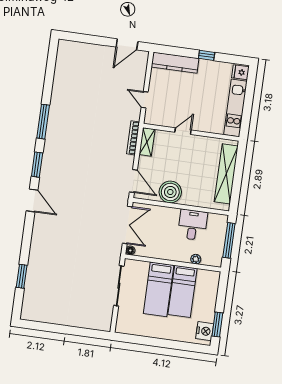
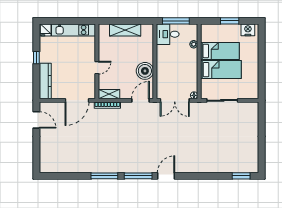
door: (145, 100) -> (77, 100), width x1.88
door: (183, 131) -> (97, 68), swing flipped
window: (37, 165) -> (138, 176), width x1.44
shelving: (226, 174) -> (125, 30), width x0.68
double door: (127, 225) -> (175, 100), swing flipped
desk: (193, 225) -> (168, 34), moved
window: (22, 276) -> (241, 176), moved
window: (217, 325) -> (230, 21), moved

